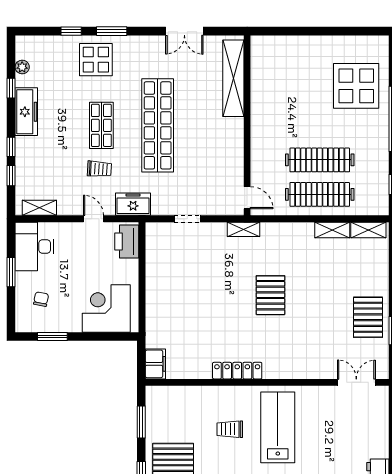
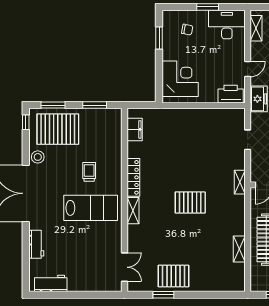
shelving: (368, 230) -> (133, 211), moved
filing cabinet: (155, 364) -> (135, 129), moved, turned -90

